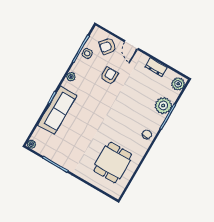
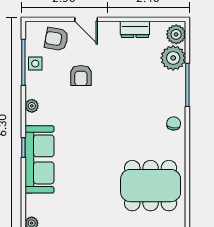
armchair: (108, 46) -> (56, 39), turned 60
armchair: (109, 76) -> (81, 76), turned 180
plant: (163, 106) -> (173, 58), moved
dining table: (113, 163) -> (151, 186), width x1.38

